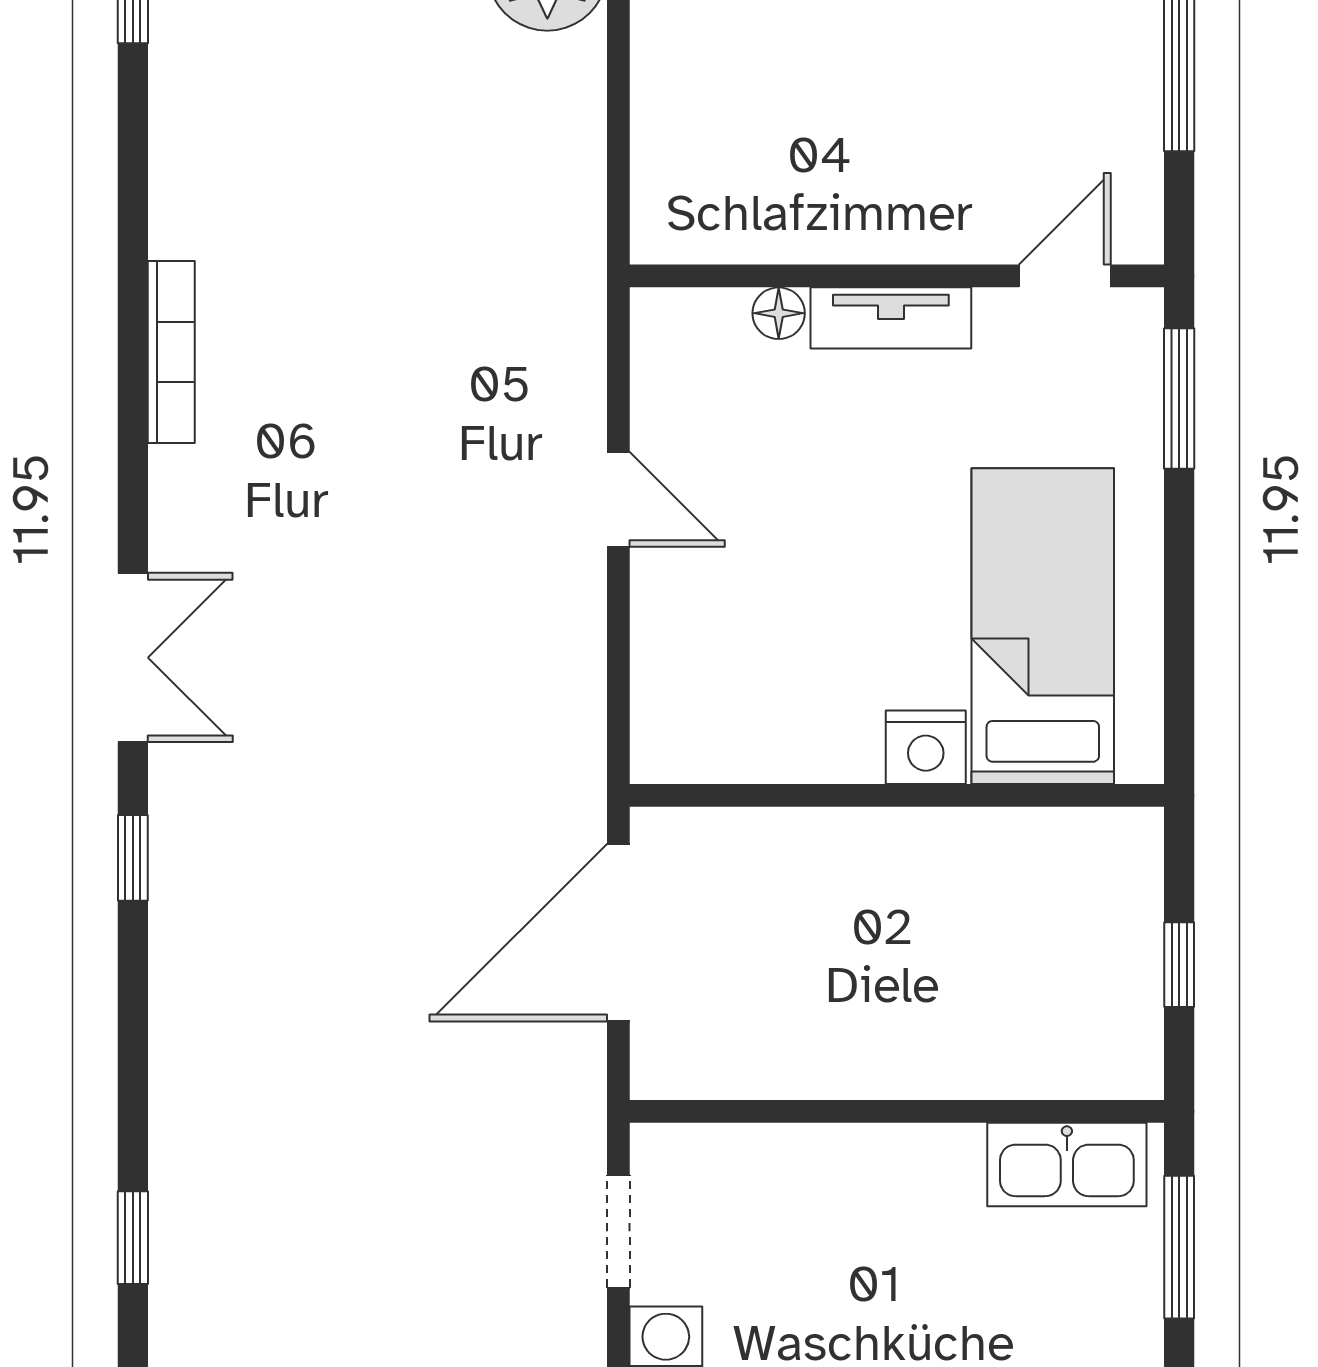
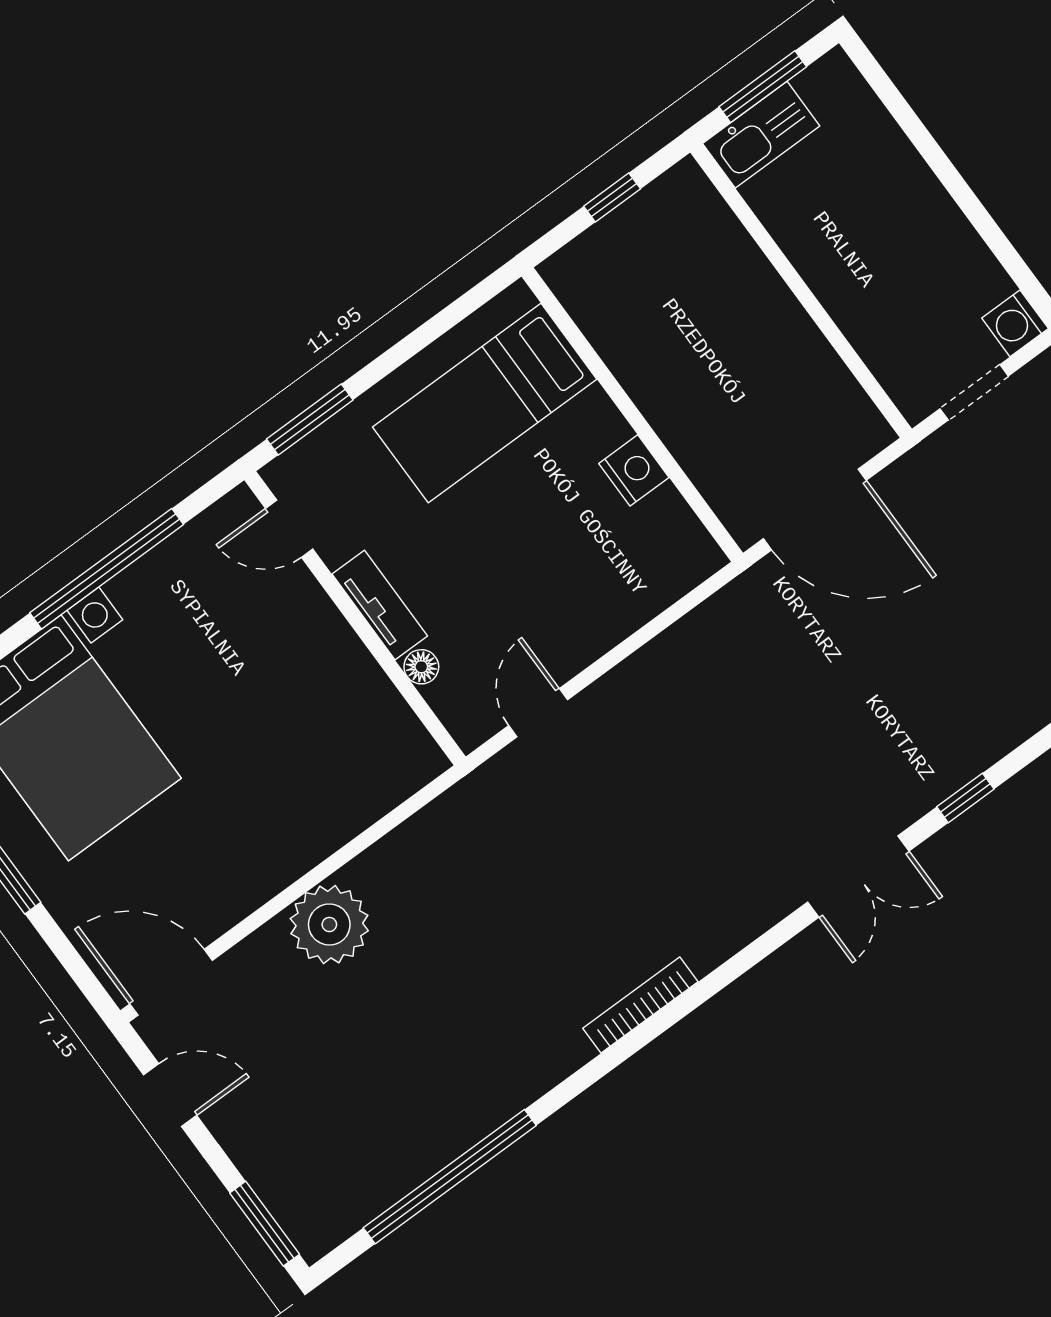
bookcase: (171, 352) -> (640, 1005), moved
door: (618, 499) -> (538, 713), moved
double door: (133, 658) -> (858, 876), swing flipped
nightstand: (926, 747) -> (634, 470), moved
kitchen sink: (1067, 1165) -> (761, 135), moved, turned 90

